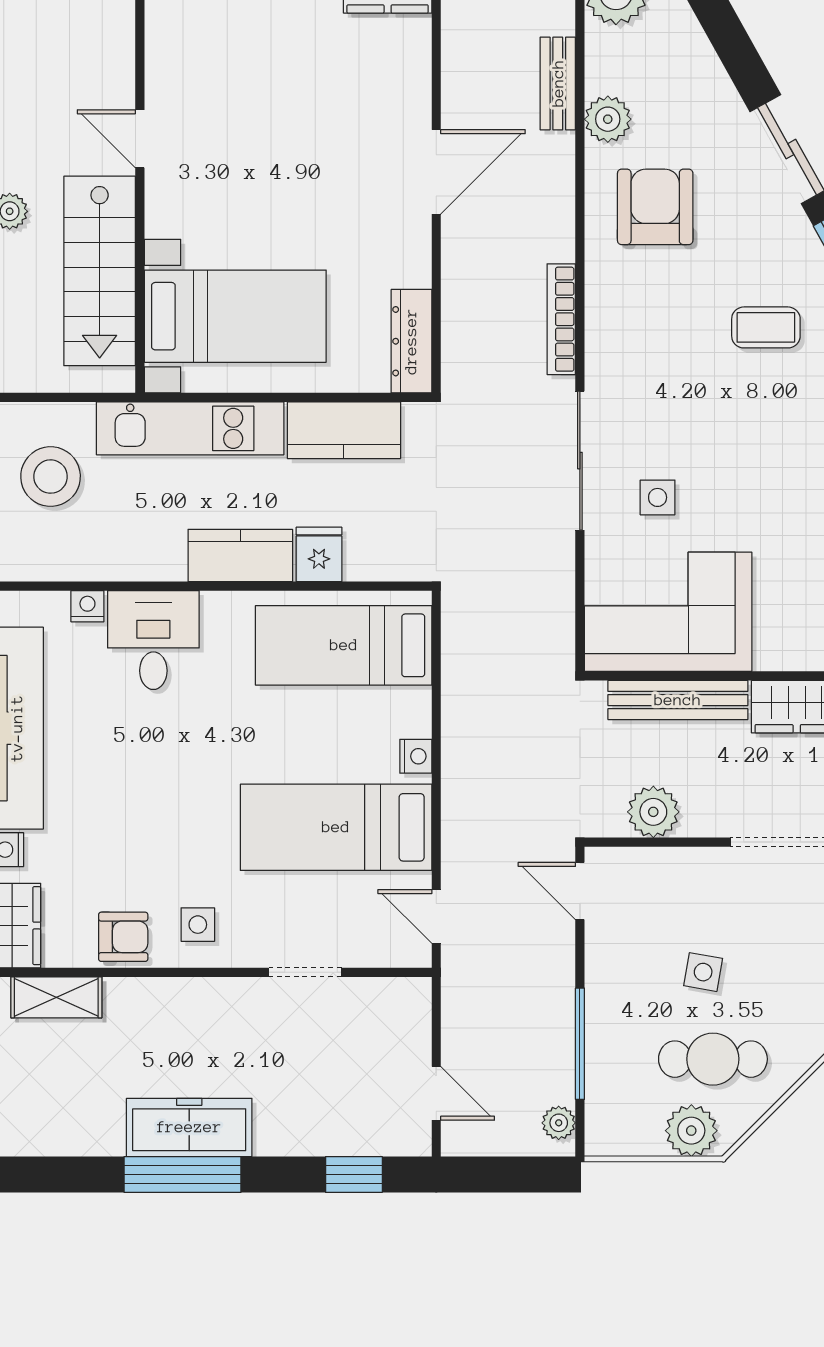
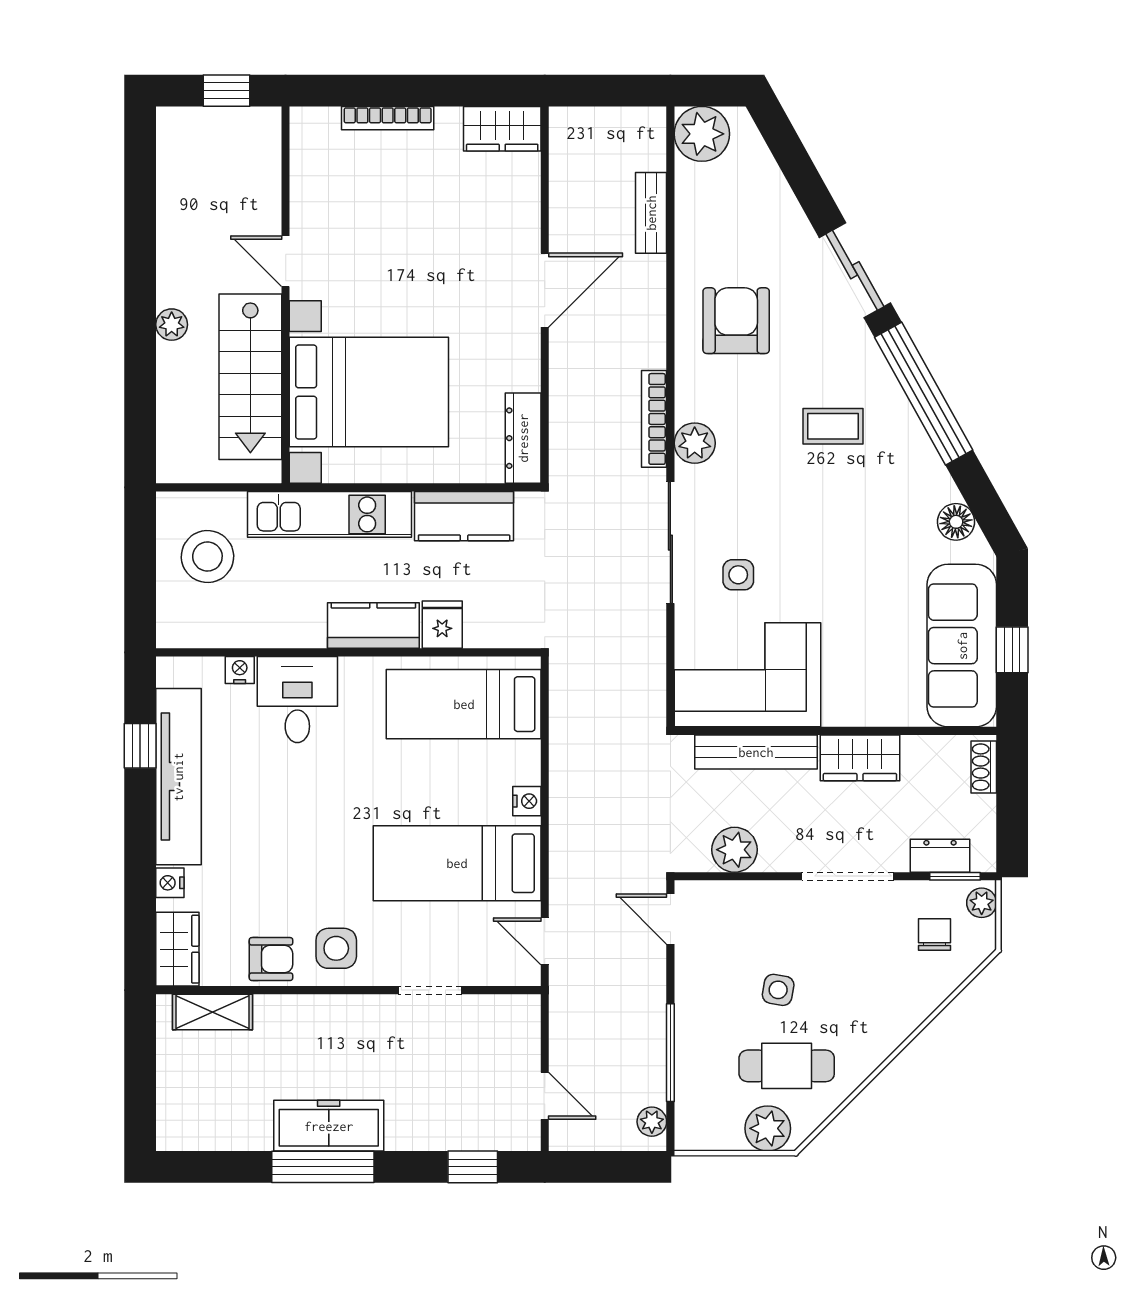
plant: (608, 119) -> (695, 443), moved
bed with nightstands: (235, 316) -> (369, 392), width x1.36
side table: (198, 925) -> (336, 948), width x1.37, depth x1.37

